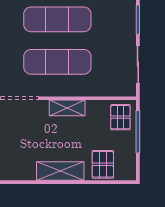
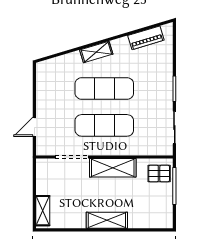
shelving: (67, 108) -> (113, 168), width x1.50, depth x1.33
pallet: (120, 117) -> (159, 174), turned 90
pallet: (103, 164) -> (144, 215), removed

